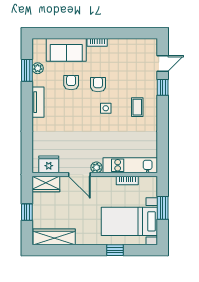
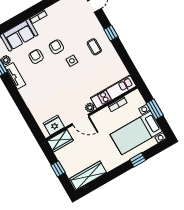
window: (163, 87) -> (111, 33), moved
tv unit: (38, 102) -> (15, 76), moved

